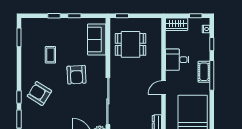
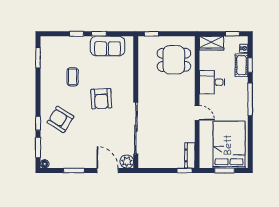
sofa: (97, 39) -> (108, 46), moved, turned -90
dining table: (131, 44) -> (174, 60), moved
cot: (204, 72) -> (242, 65), moved
door: (164, 88) -> (197, 113), swing flipped

